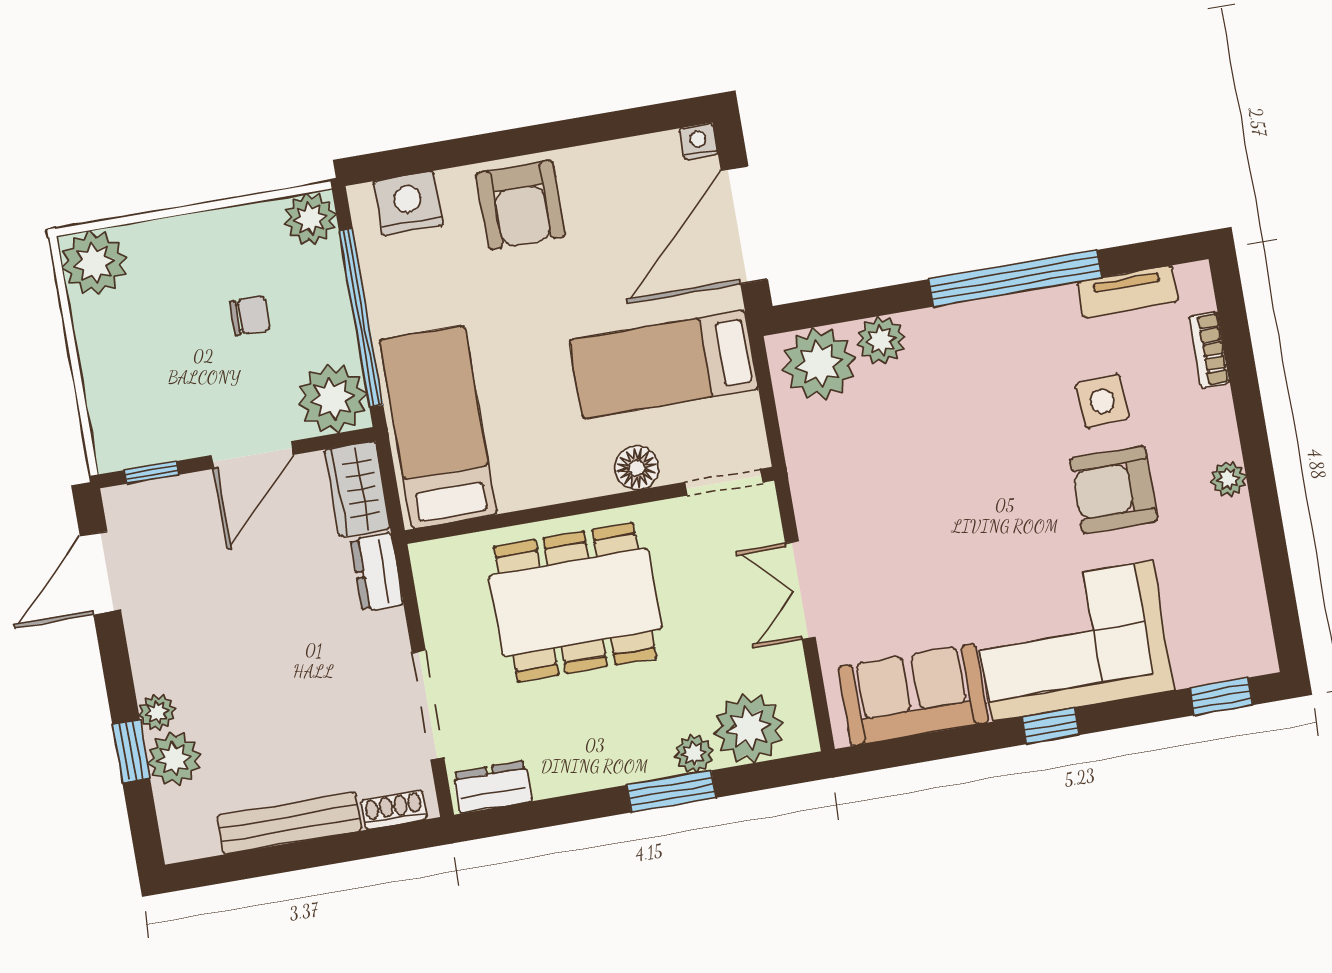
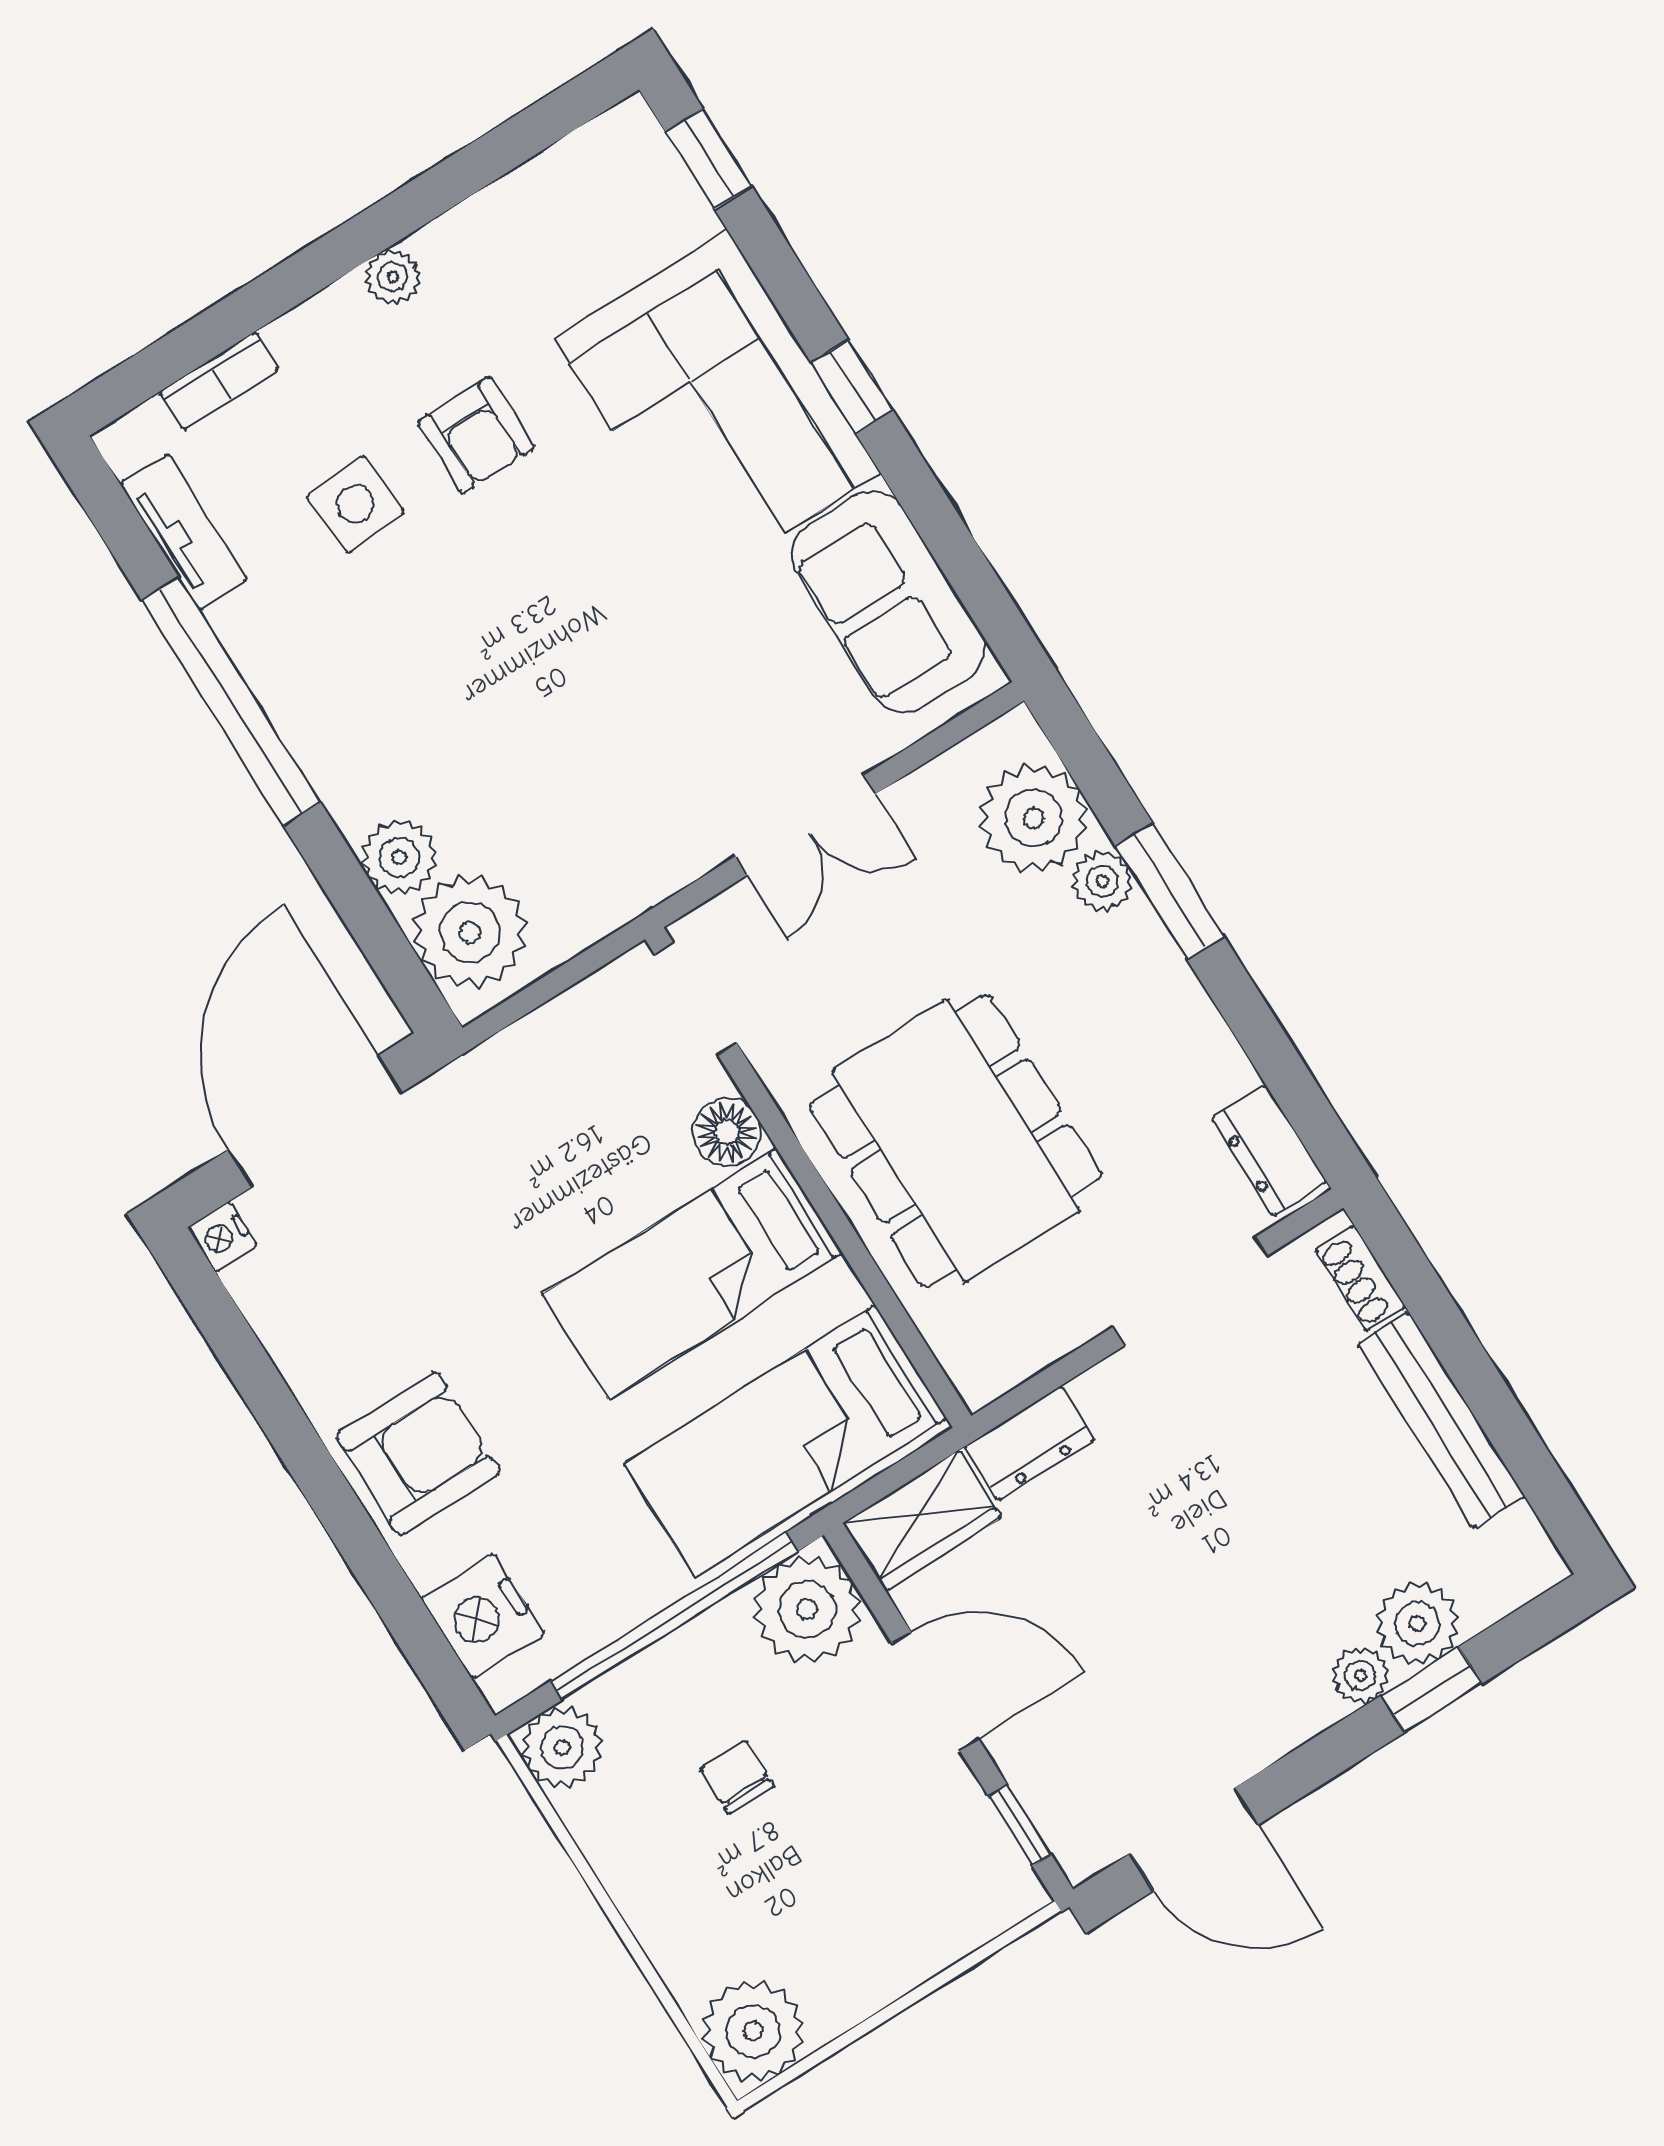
door: (744, 225) -> (315, 1121), swing flipped
bed: (664, 365) -> (693, 1274), moved, turned 90
armchair: (1114, 490) -> (476, 435), width x0.72, depth x0.72

